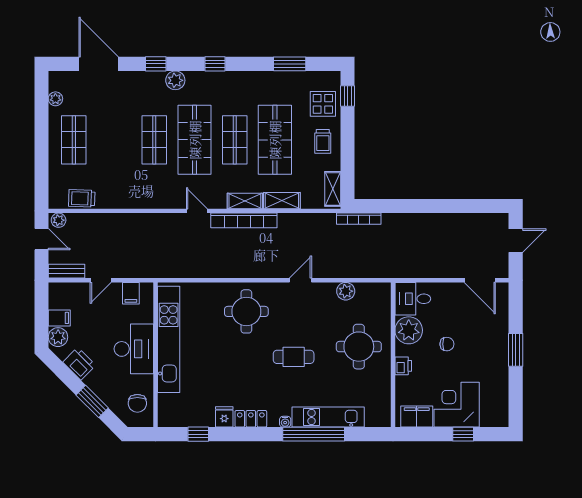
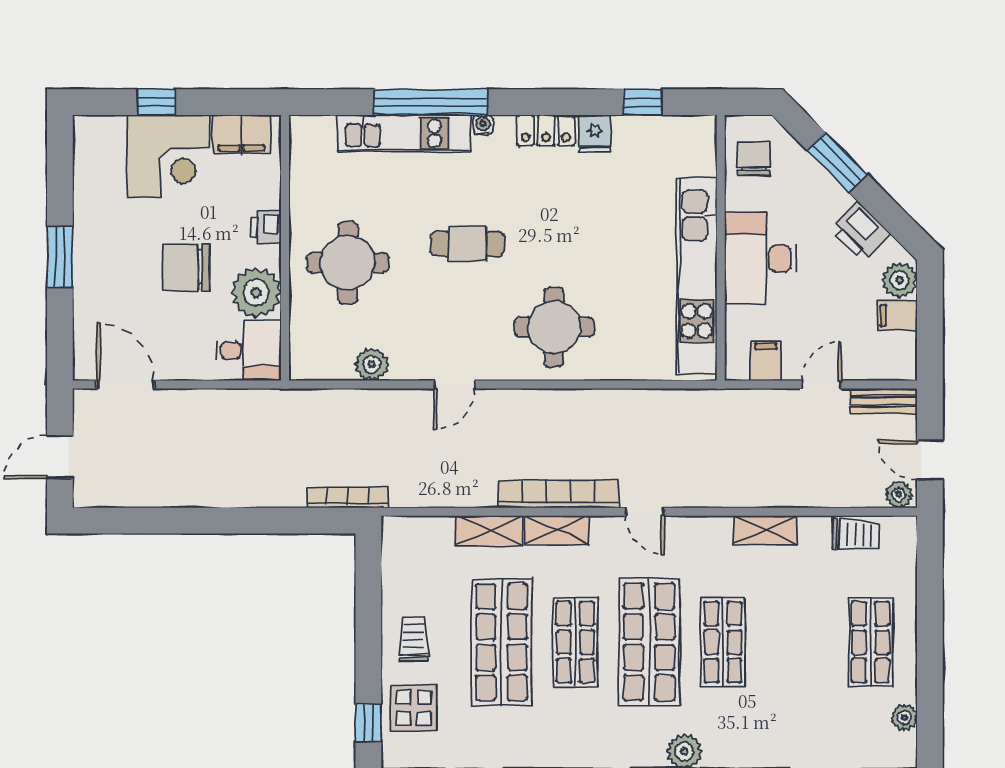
shelving: (333, 189) -> (766, 530), moved, turned 90
chair: (447, 344) -> (186, 267), width x1.87, depth x1.87

